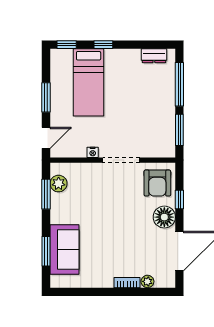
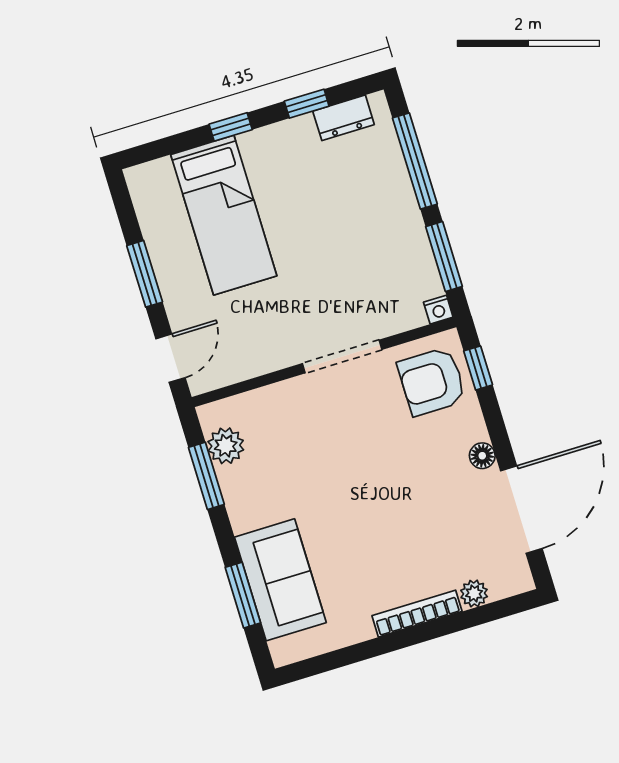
window: (67, 45) -> (307, 104), moved
nightstand: (93, 152) -> (438, 310), moved
armchair: (157, 183) -> (432, 382), turned 90
window: (179, 200) -> (478, 368), moved
floor lamp: (164, 217) -> (482, 456), width x0.53, depth x0.53
bookcase: (127, 283) -> (417, 614), width x1.56

